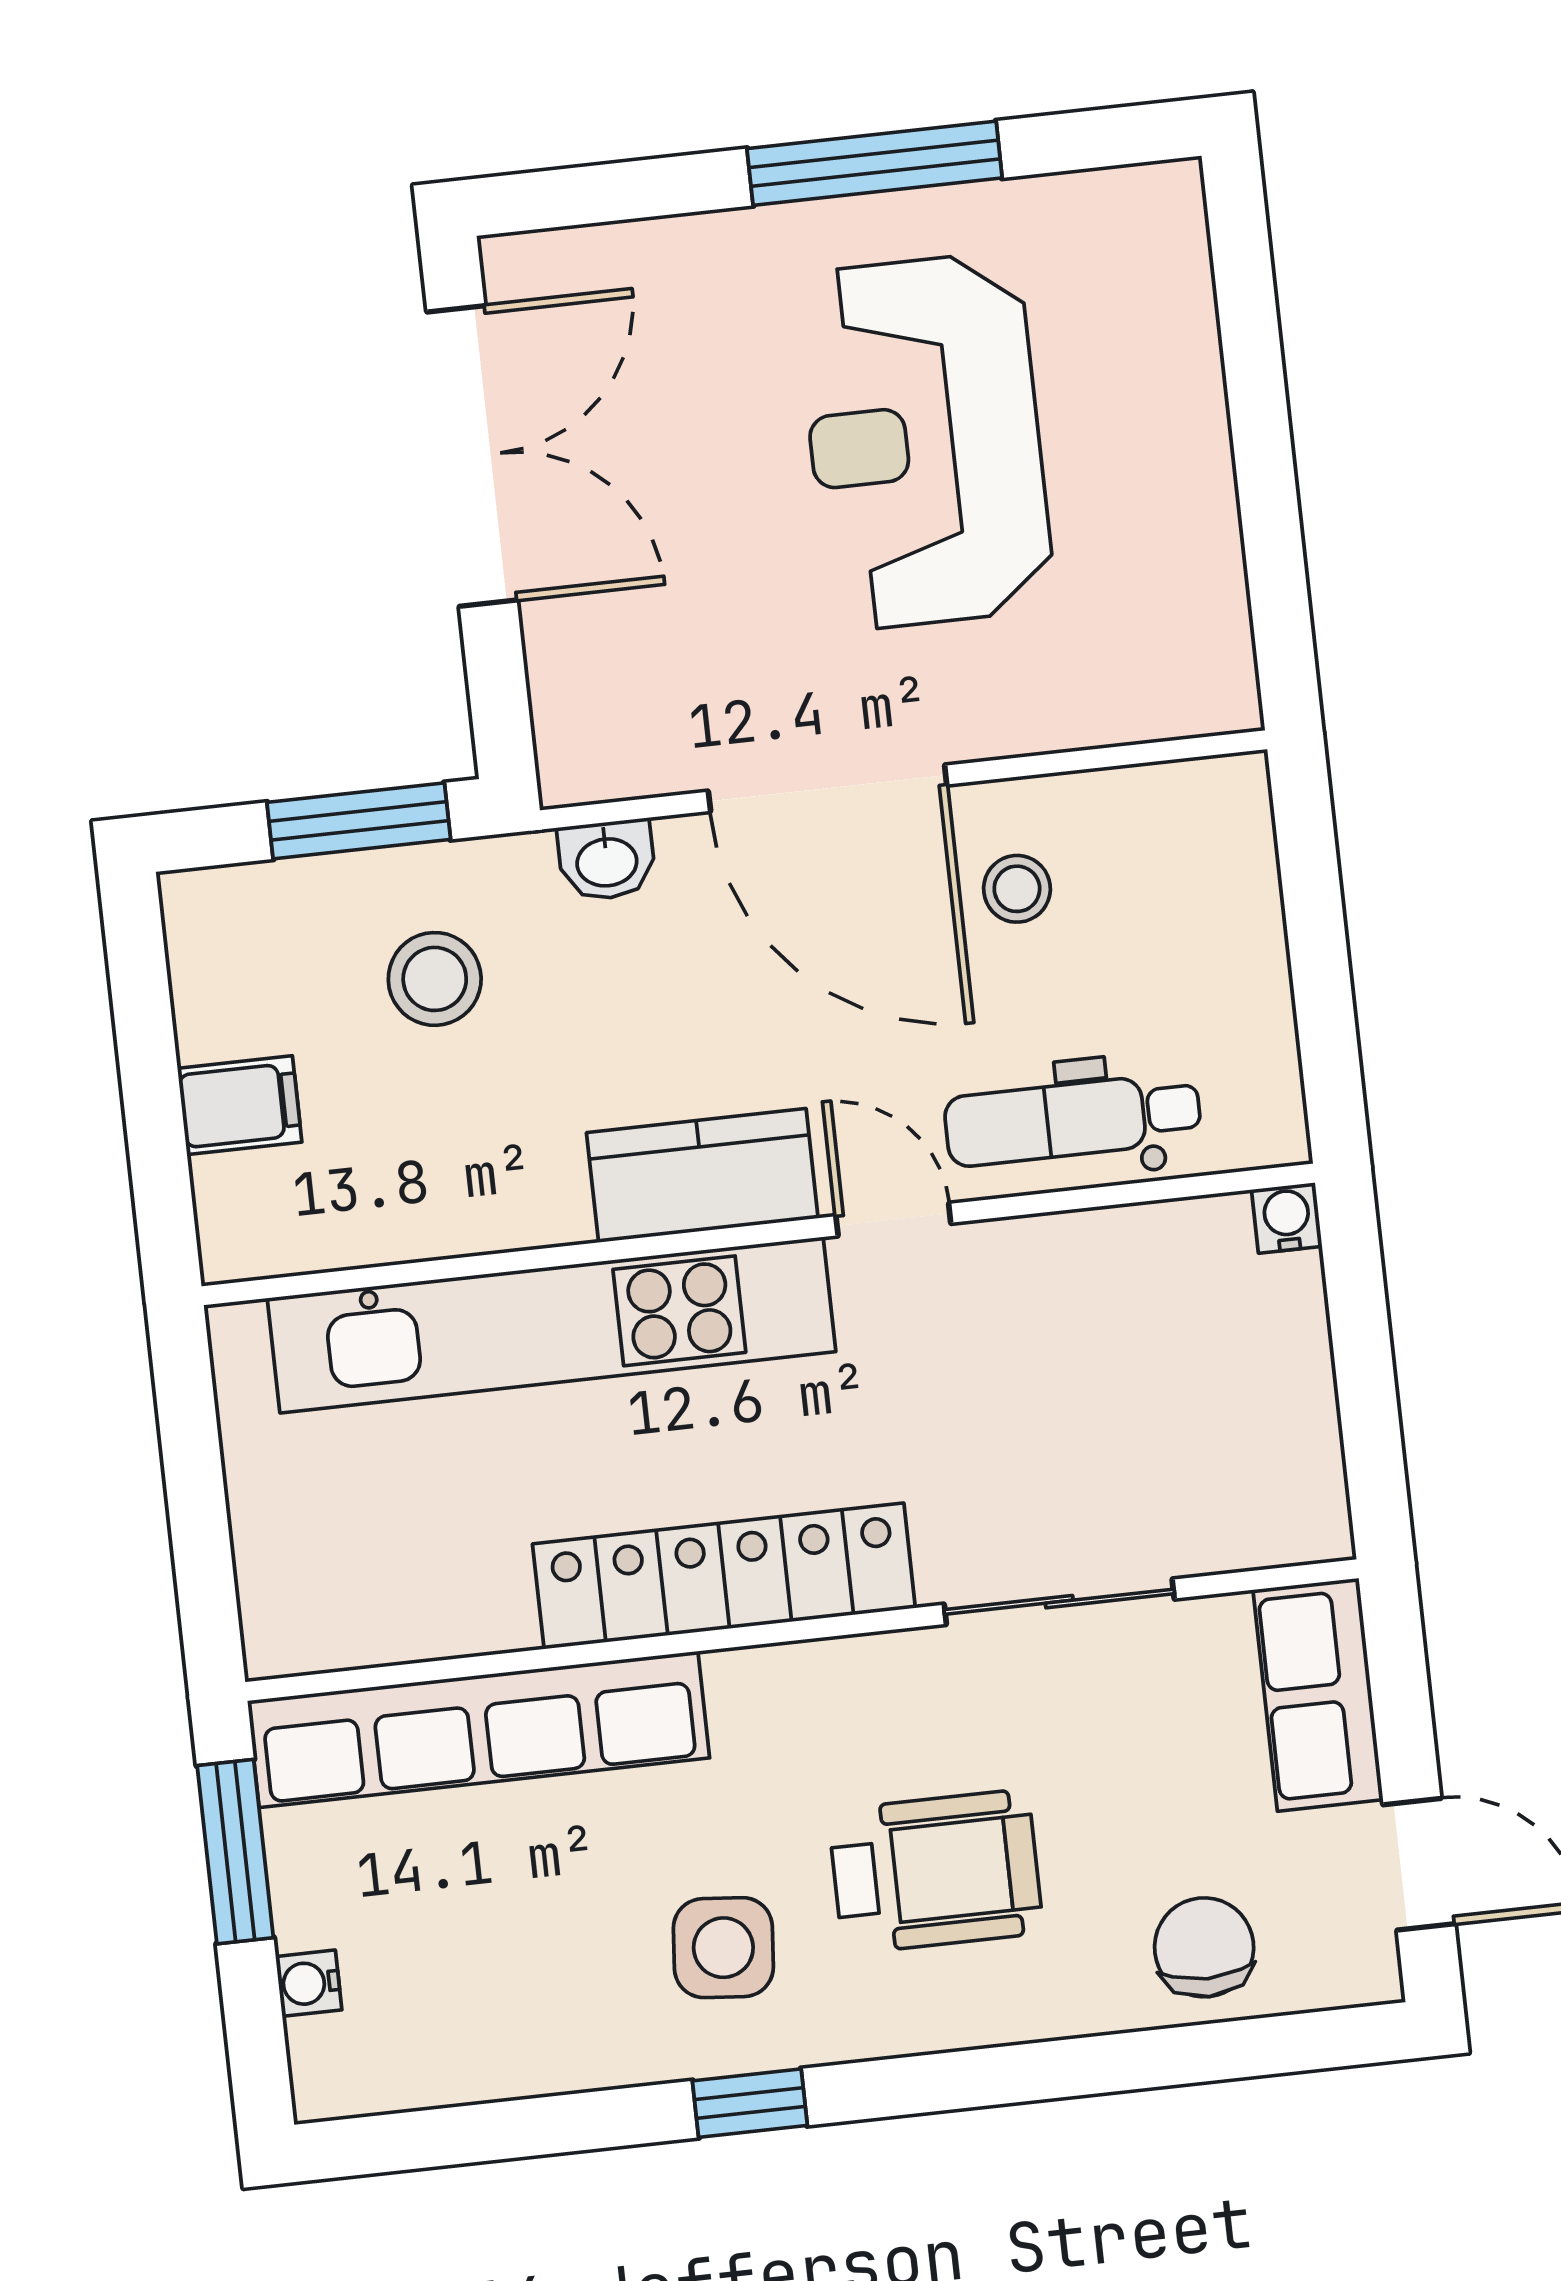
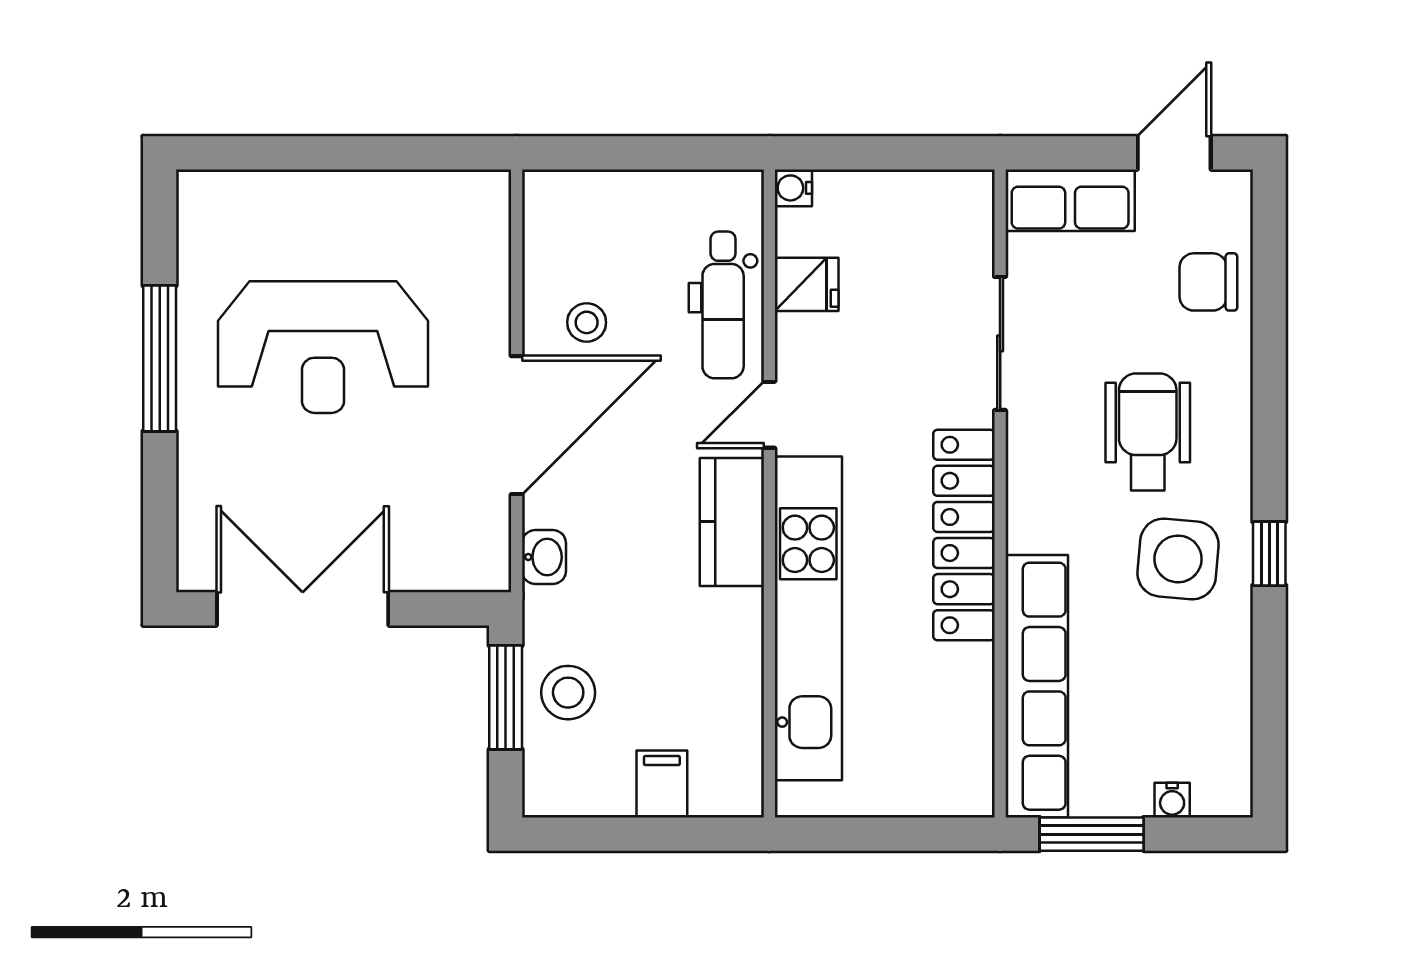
stool: (435, 979) -> (568, 693), moved
fridge: (1124, 1259) -> (807, 284), added
side table: (723, 1948) -> (1178, 559), width x1.37, depth x1.37

